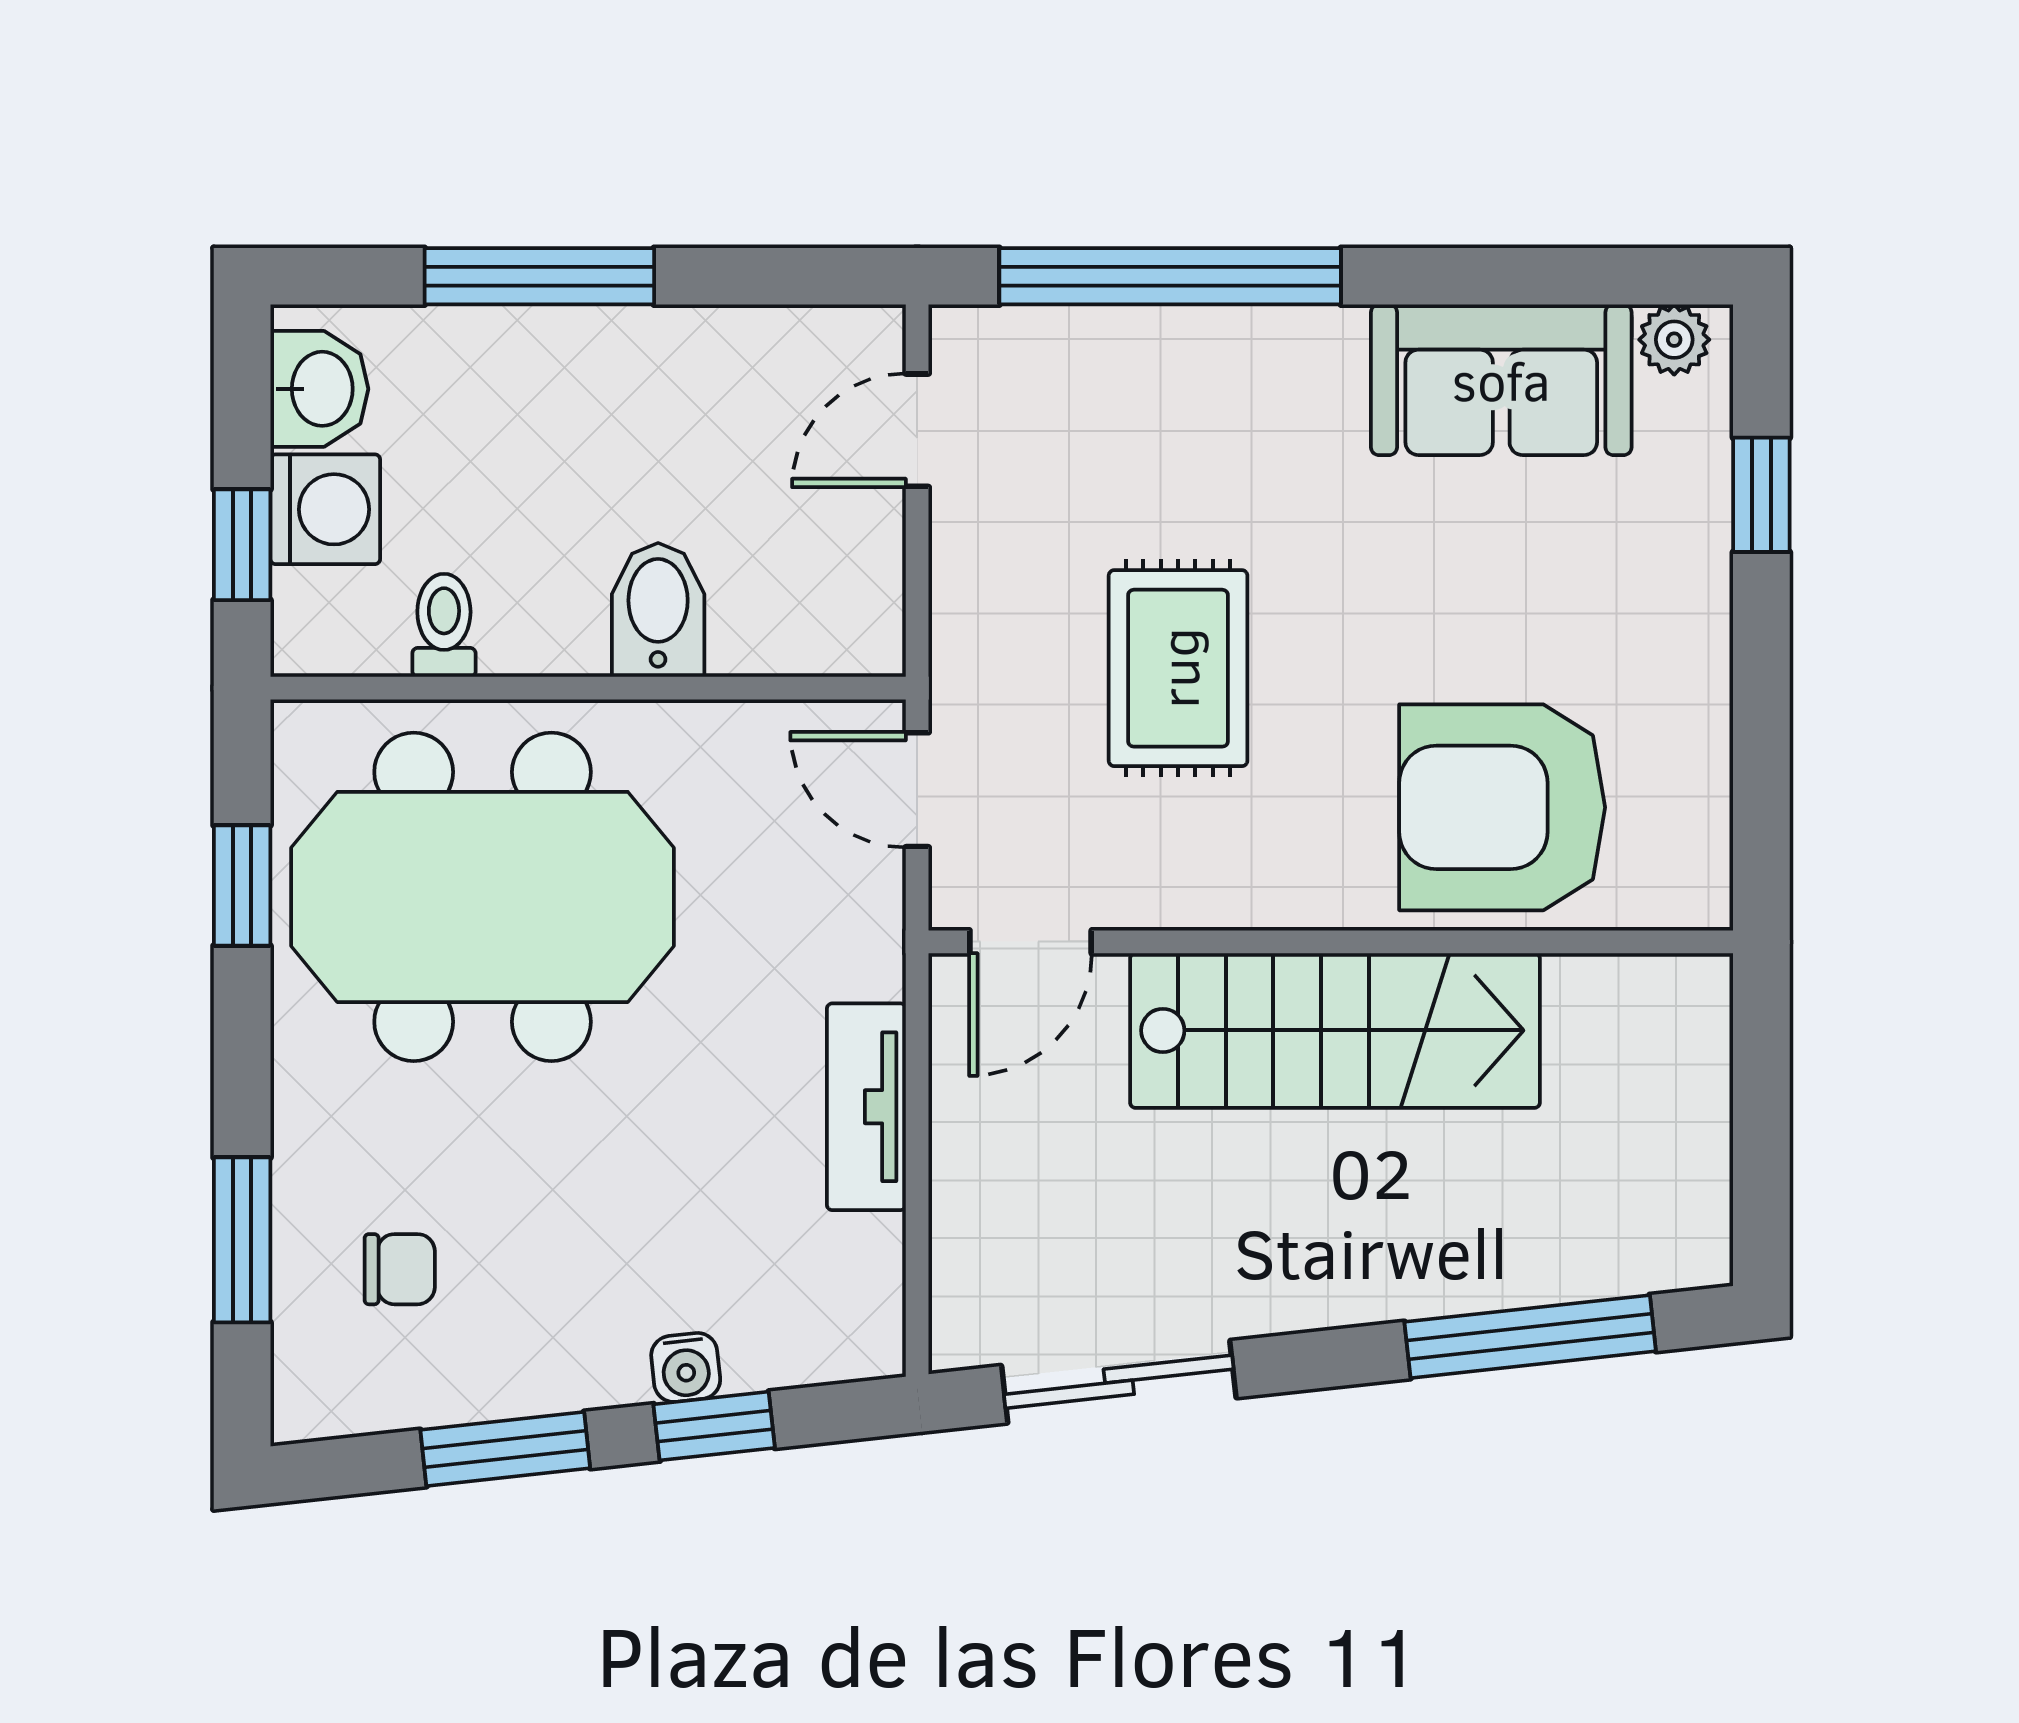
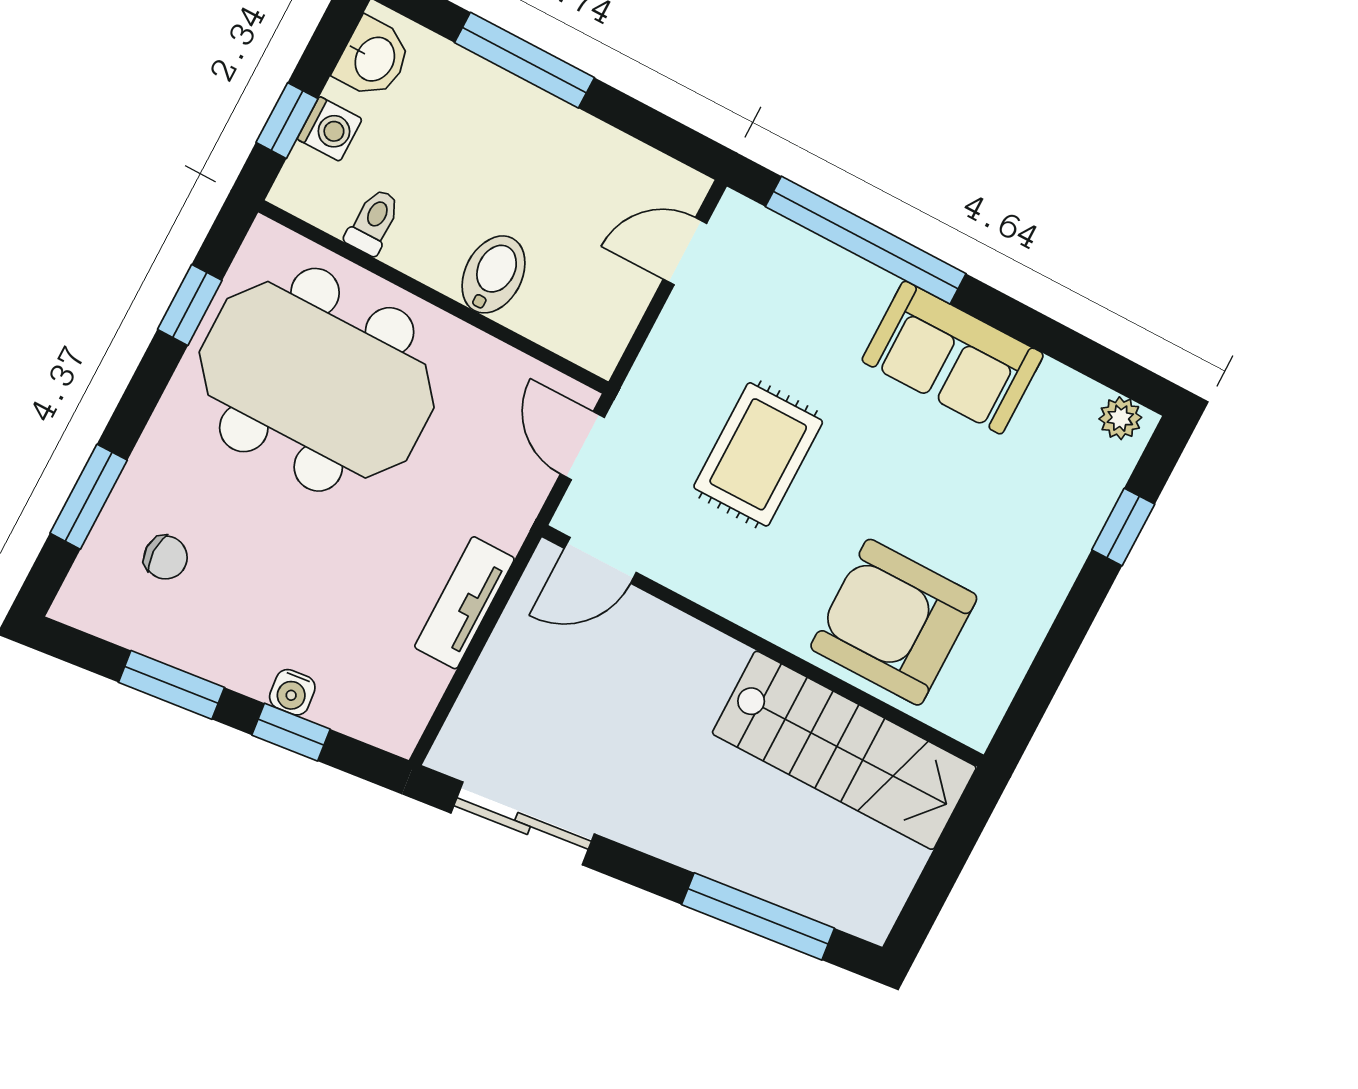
sofa: (1501, 380) -> (953, 358), moved
washing machine: (325, 509) -> (330, 129), width x0.73, depth x0.73
stairs: (1335, 1030) -> (844, 750), moved

